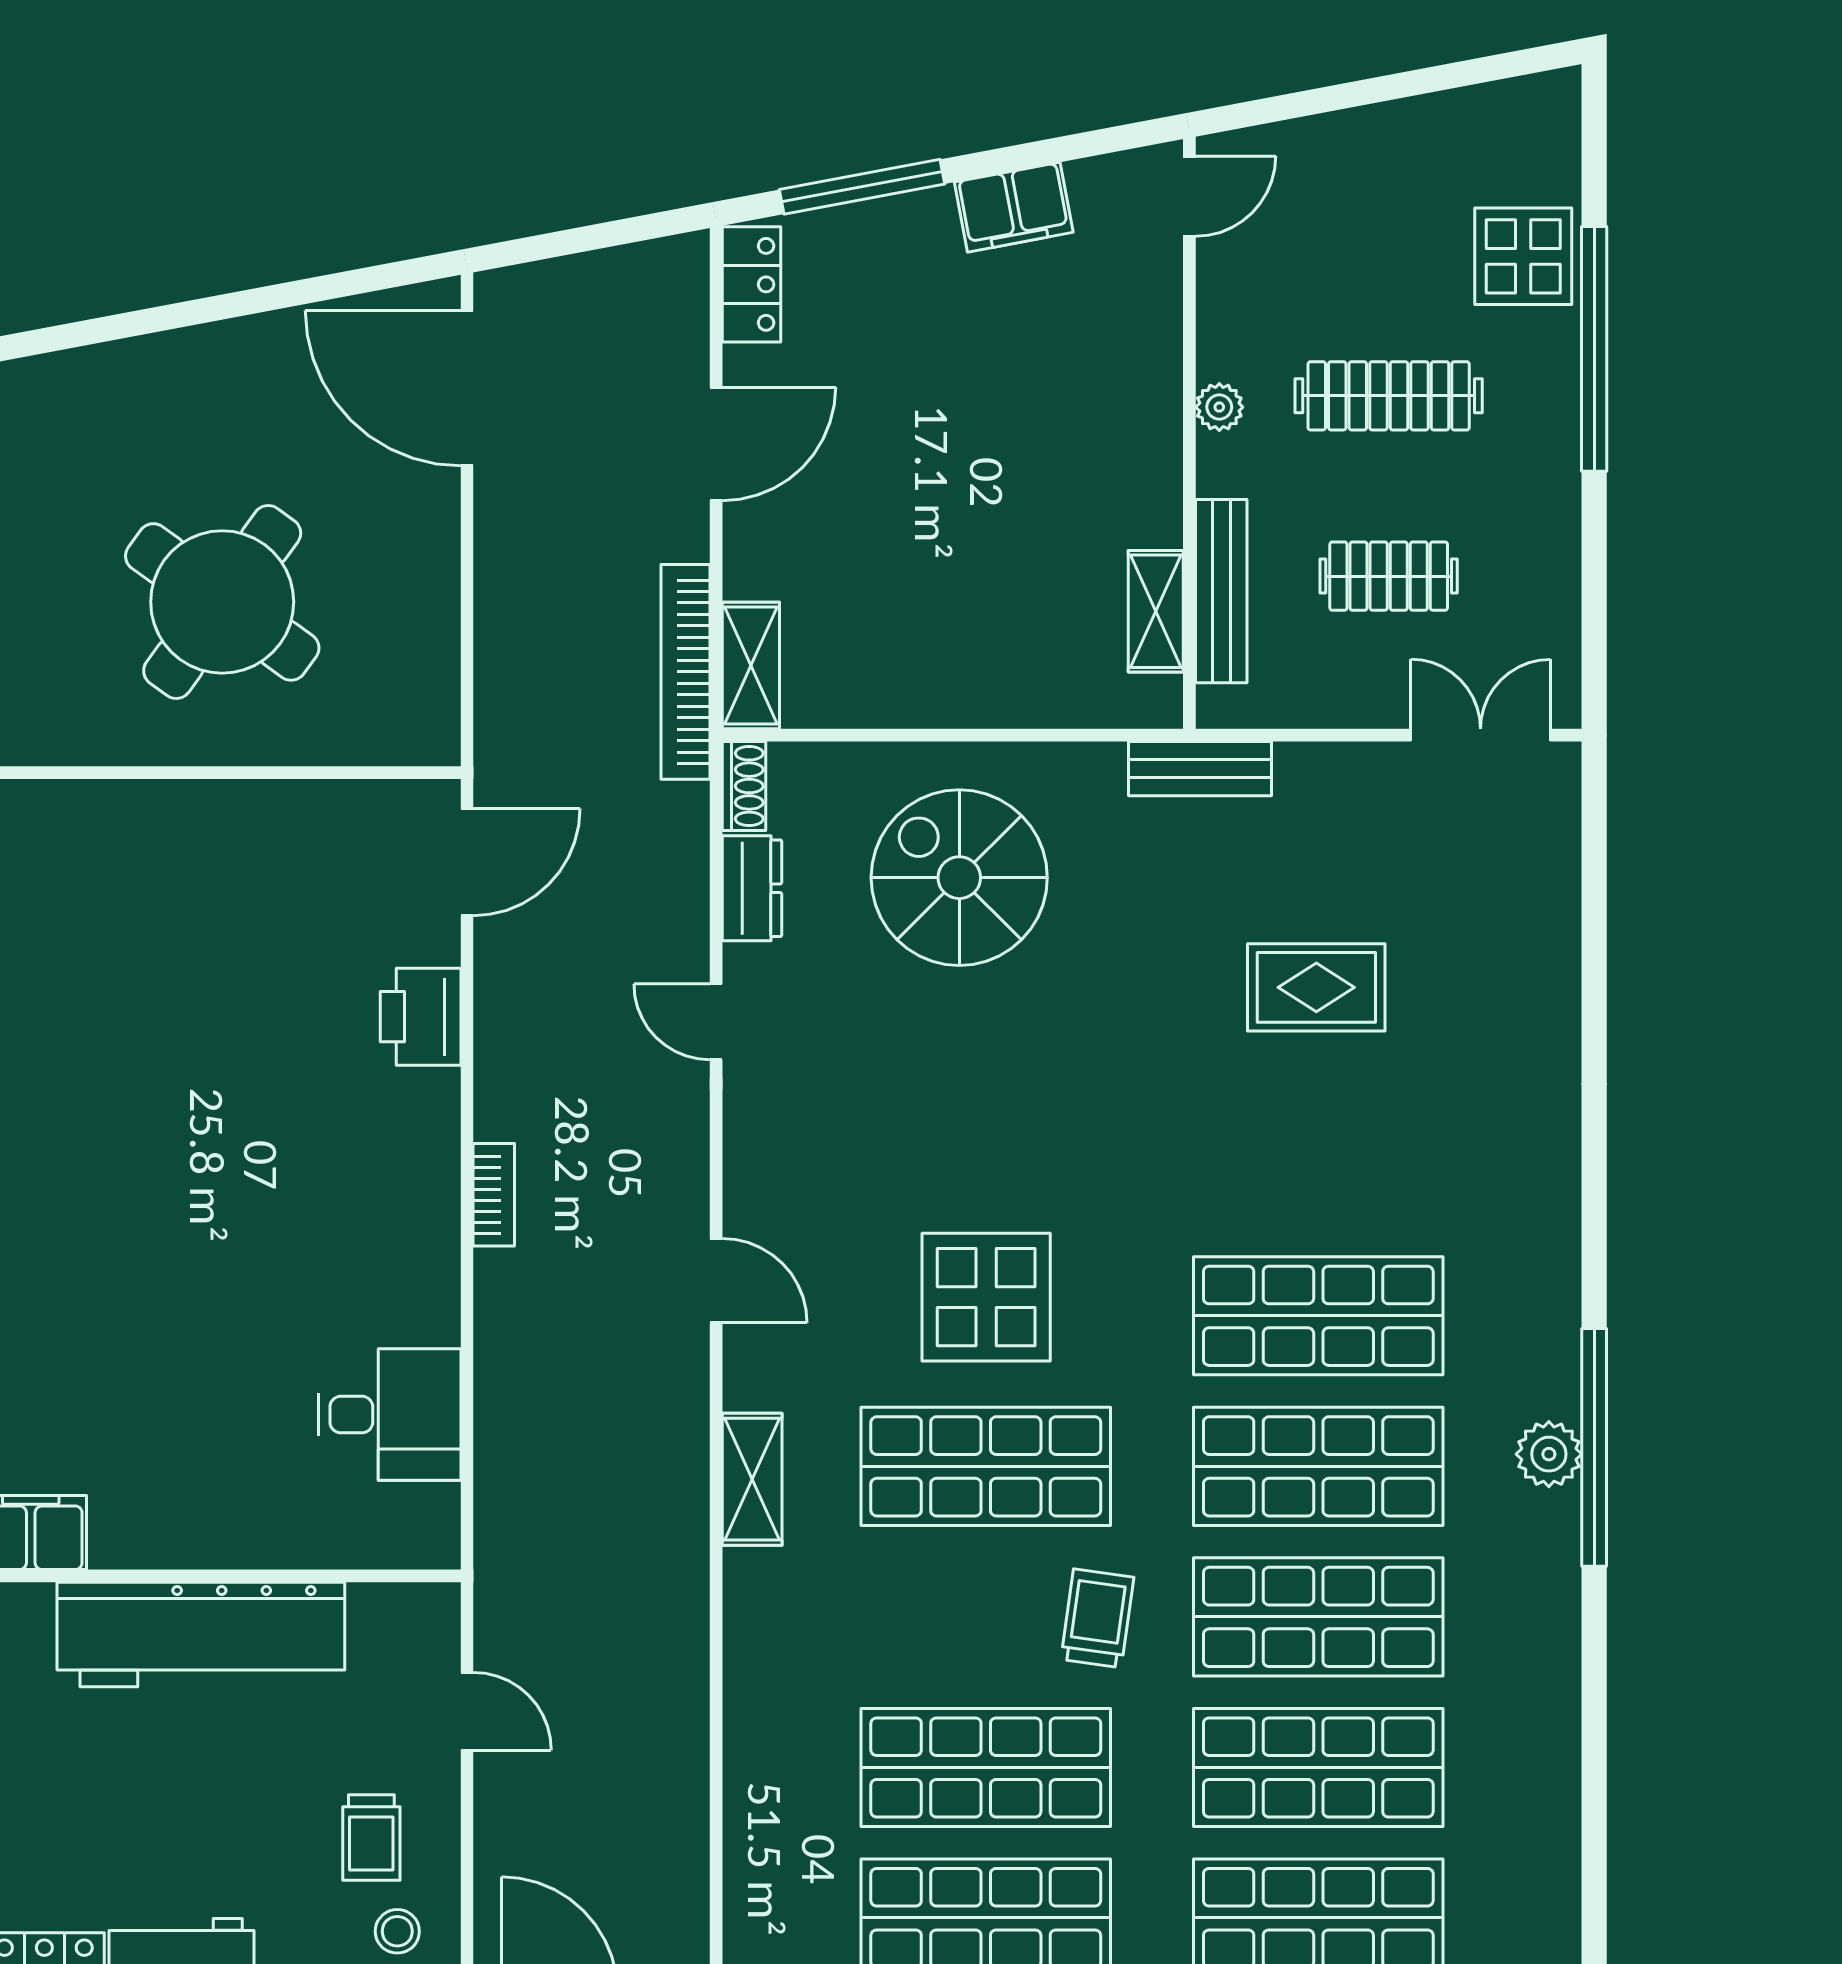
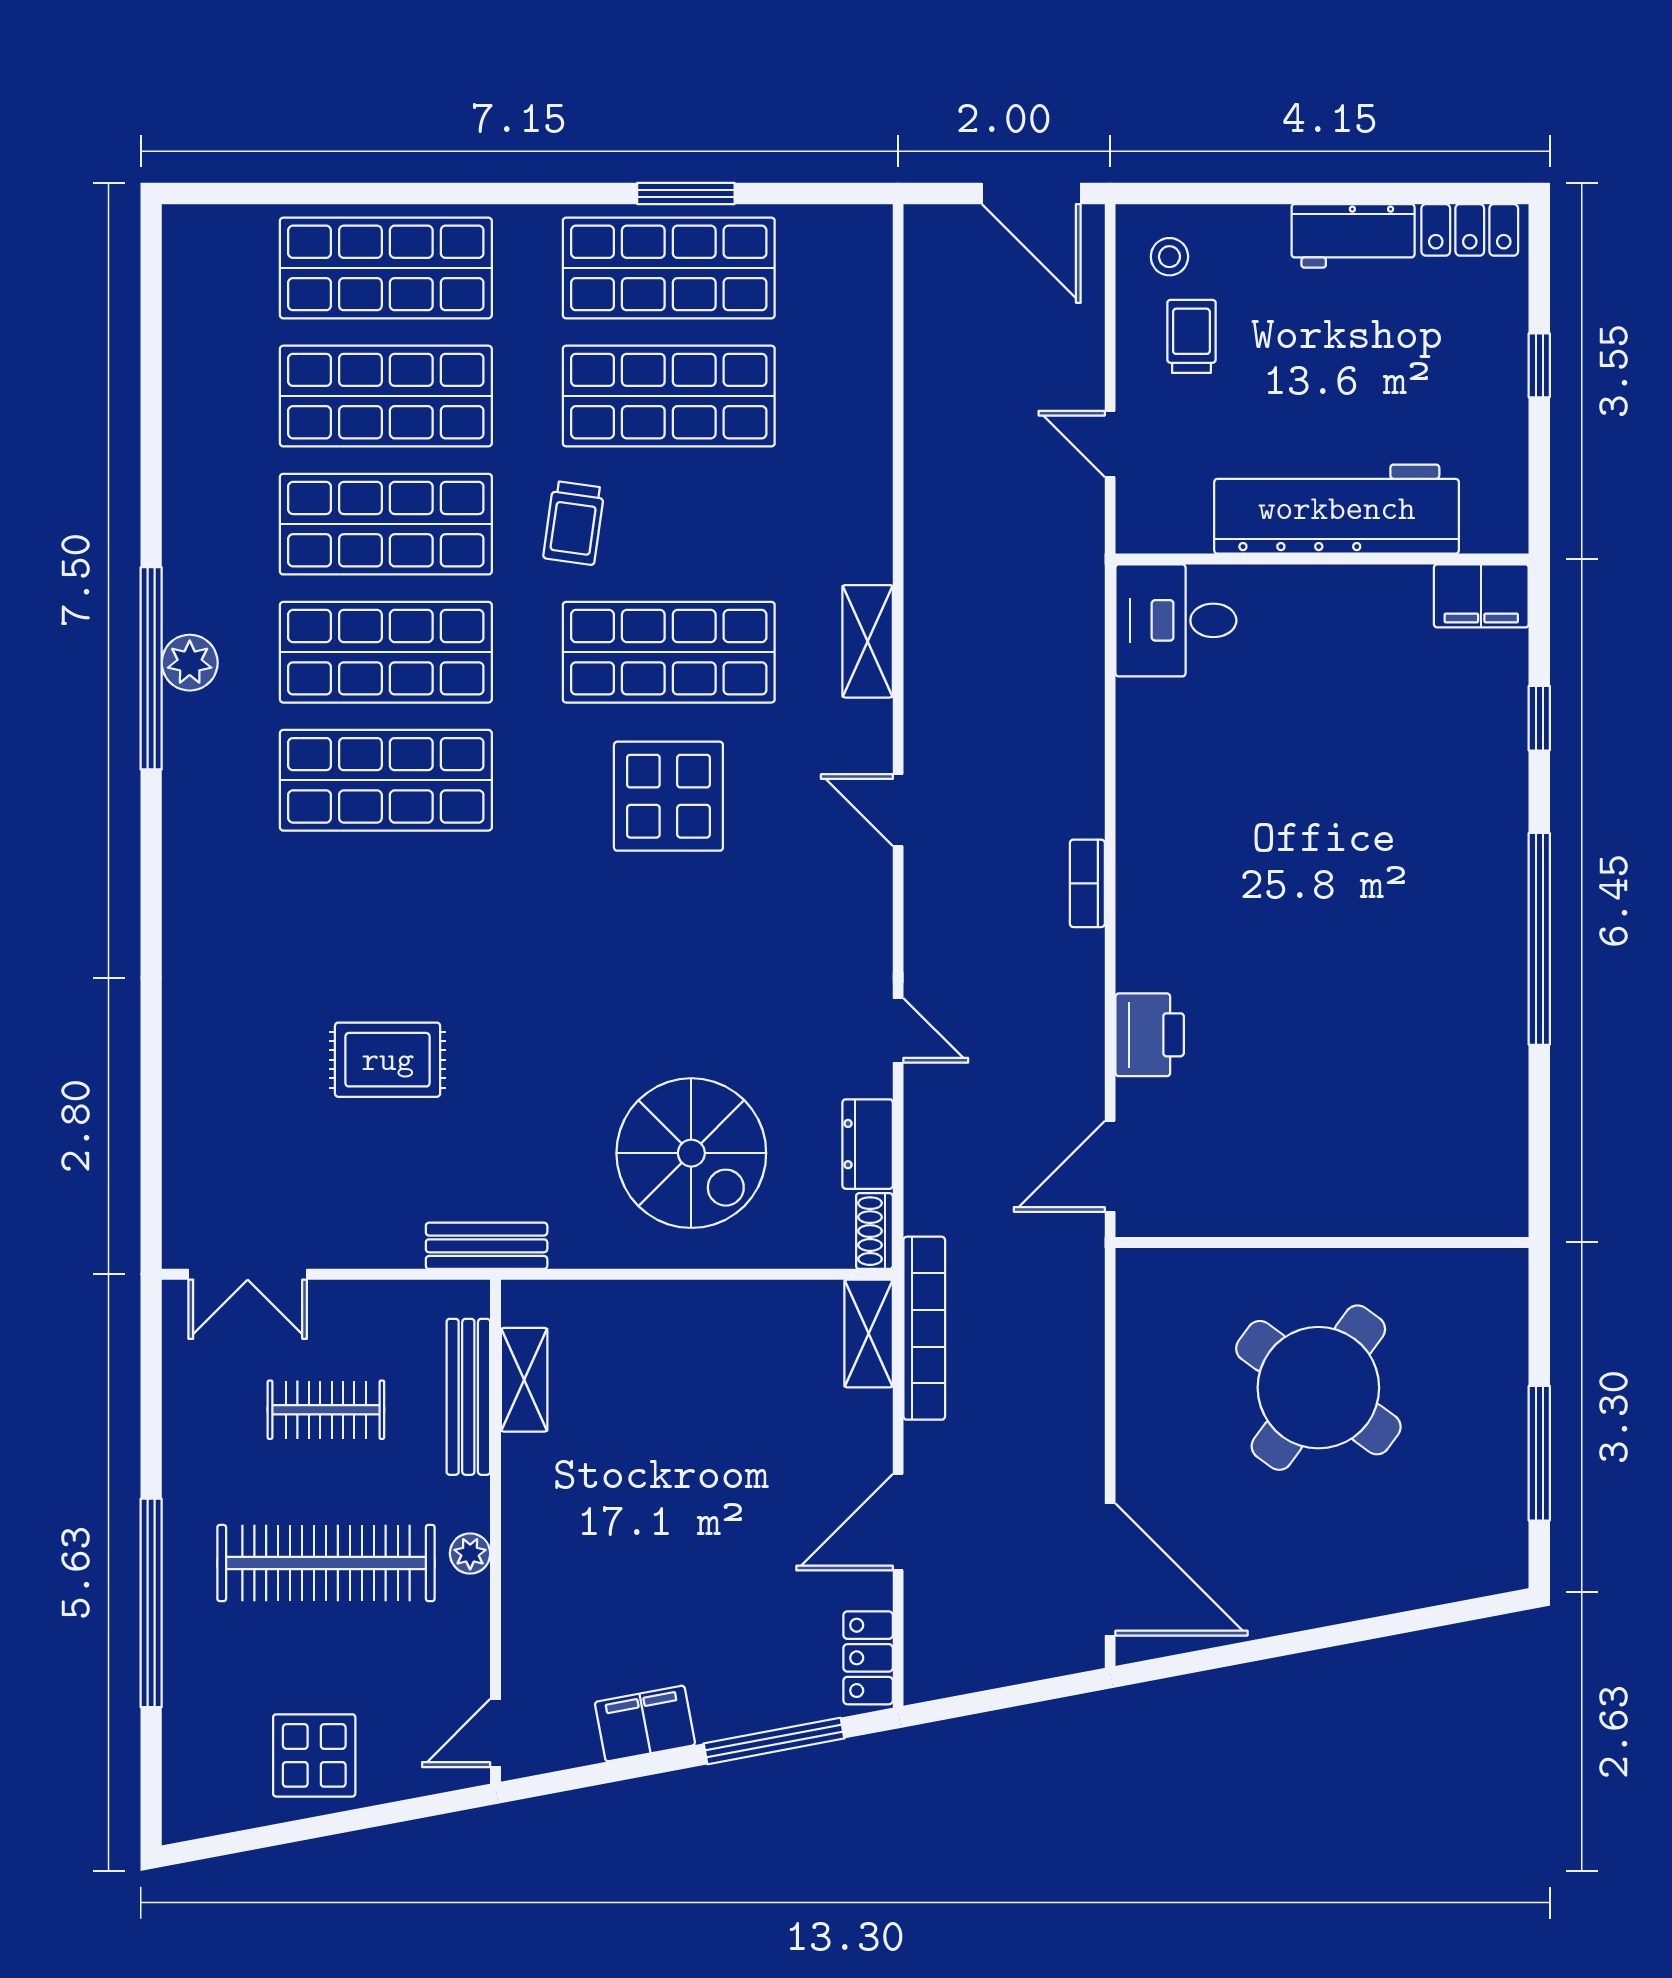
display table: (1523, 256) -> (314, 1755), moved
clothes rail: (1389, 396) -> (326, 1563), width x1.37, depth x1.31
desk: (390, 1415) -> (1176, 620), moved

